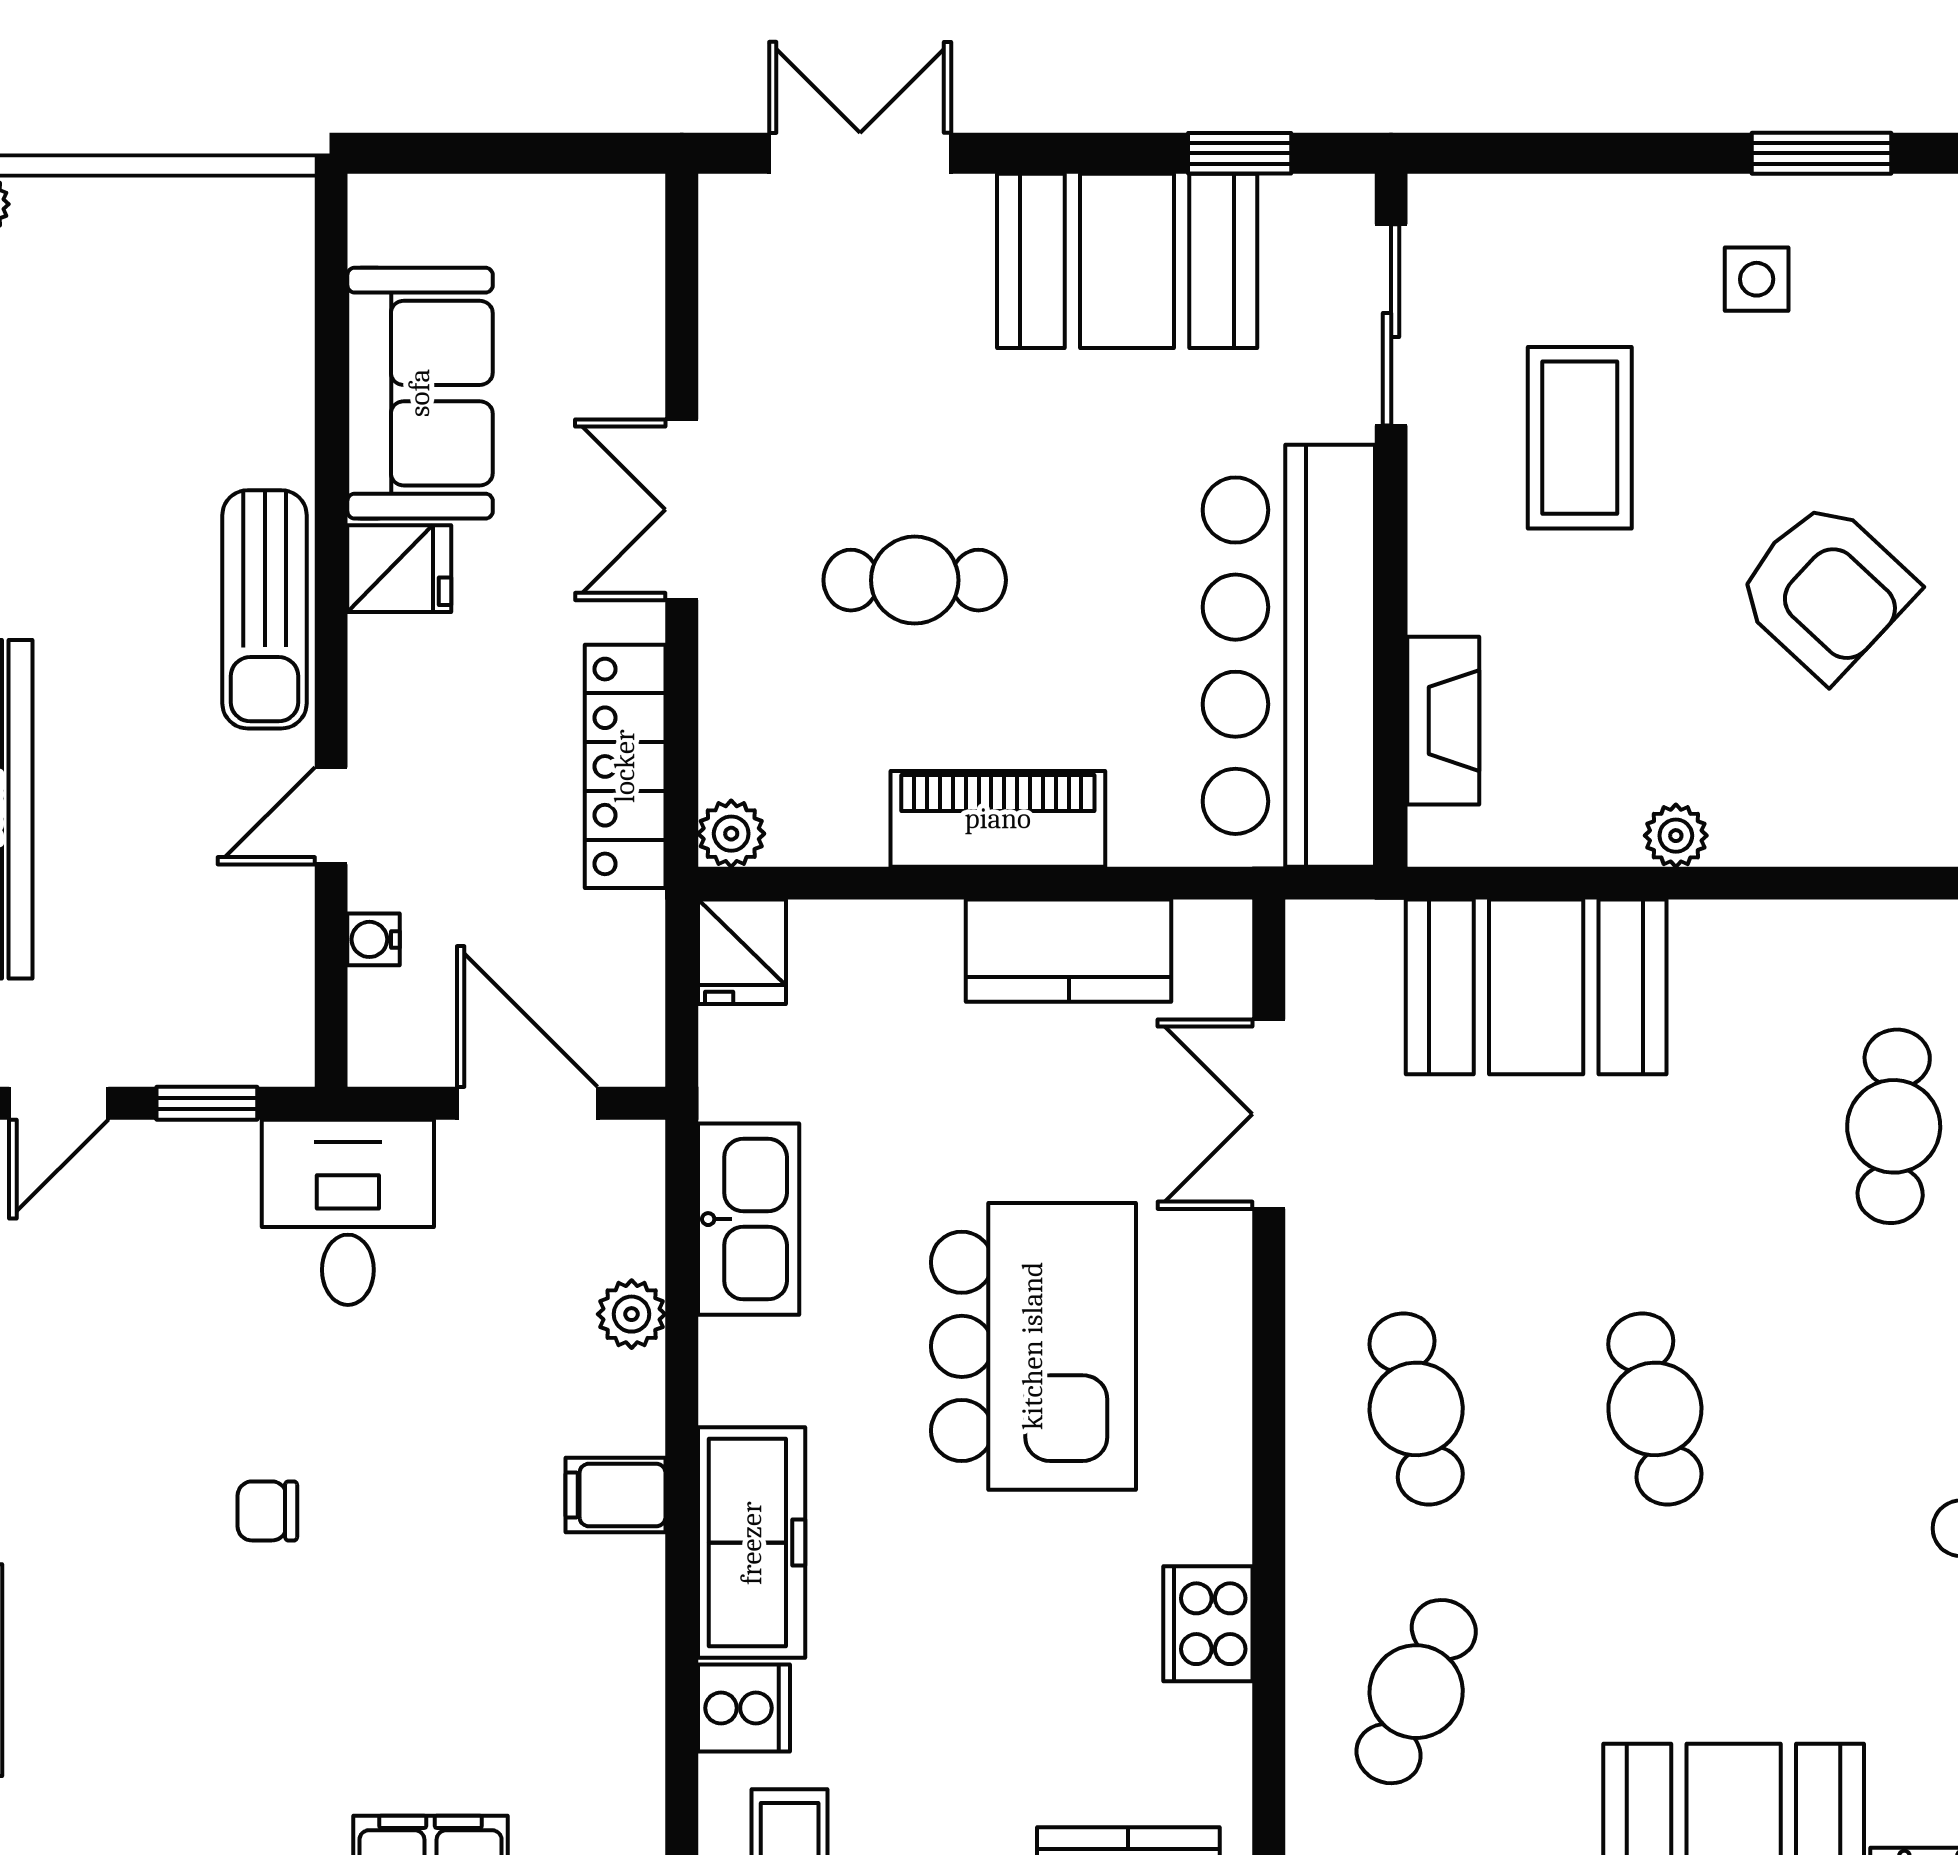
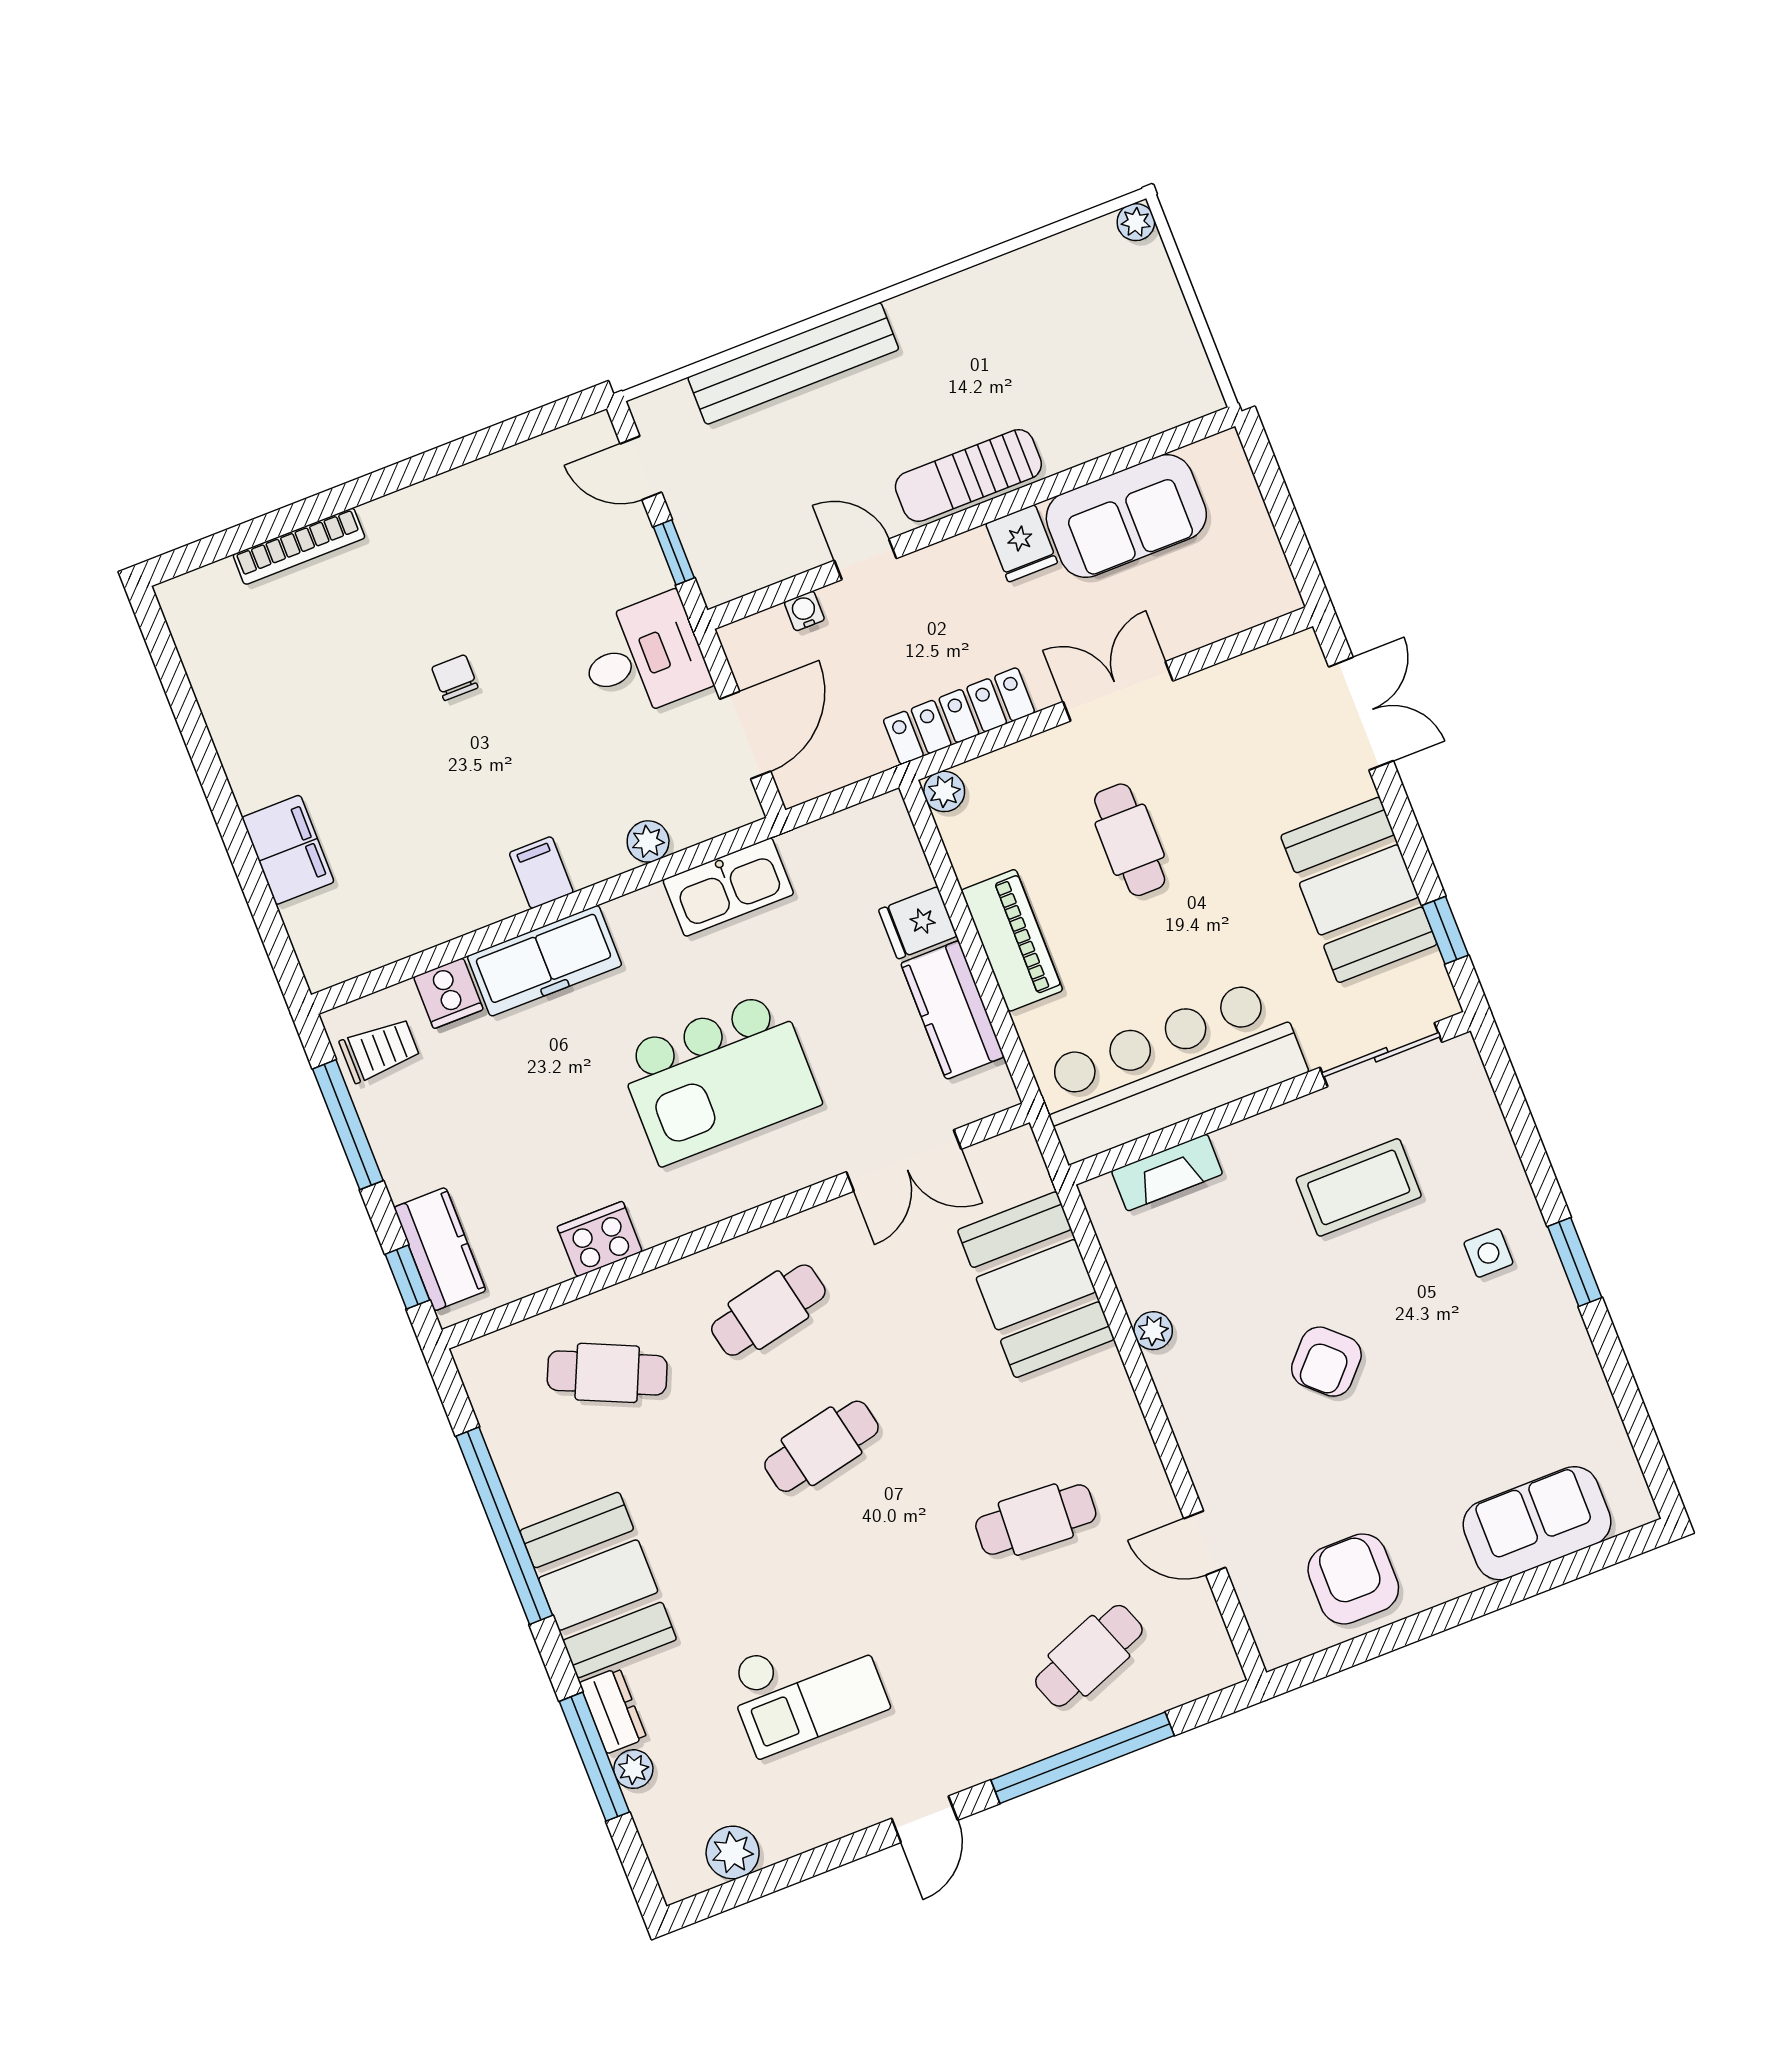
armchair: (1826, 590) -> (1326, 1362), width x0.72, depth x0.72
fridge: (742, 952) -> (918, 923), moved
double door: (1269, 1114) -> (904, 1160), swing flipped

